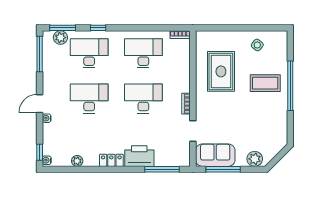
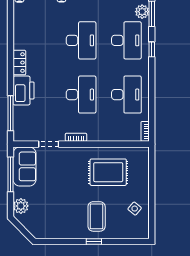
window: (290, 86) -> (94, 241), width x0.32
plant: (77, 161) -> (19, 28), removed

